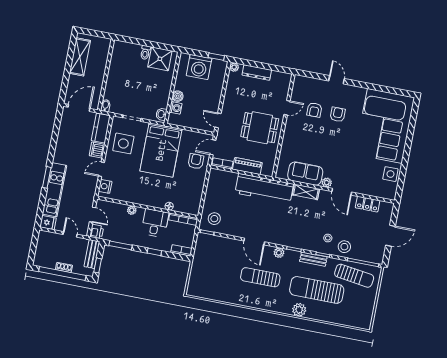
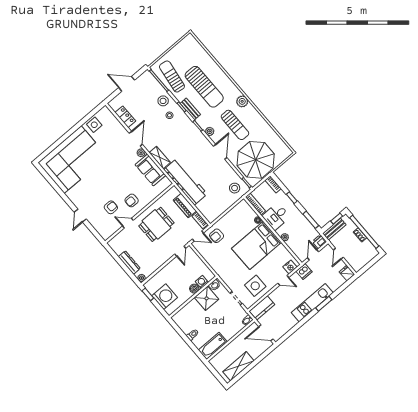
bathtub: (118, 57) -> (213, 346), added
shower: (160, 59) -> (207, 298), moved
armchair: (338, 114) -> (132, 200), moved
dining table: (260, 128) -> (156, 224), turned 90
dishwasher: (97, 150) -> (304, 271), moved
bed: (161, 150) -> (257, 245), moved, turned 180
kitchen unit: (54, 190) -> (312, 303), moved
parasol: (216, 260) -> (256, 160), added
plant: (299, 310) -> (242, 101), moved

